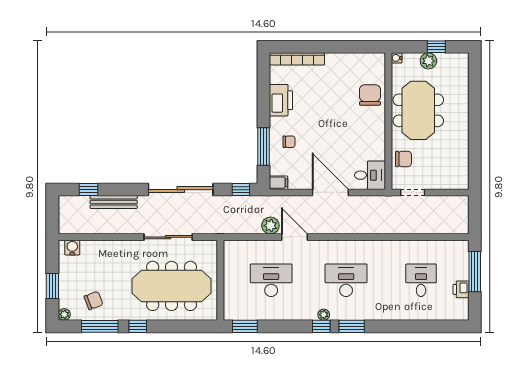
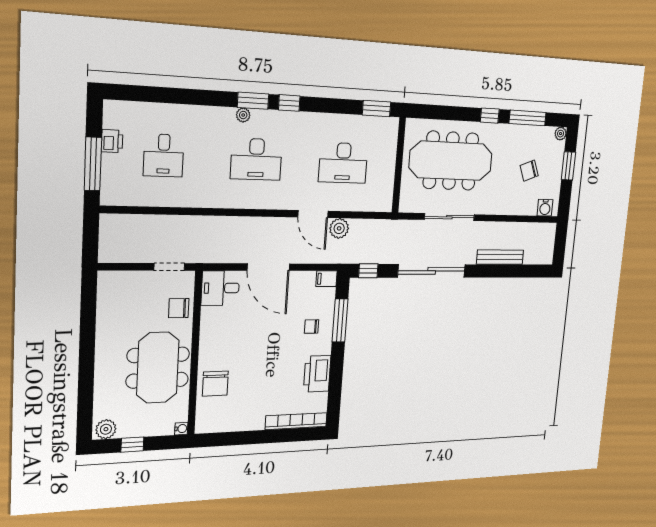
plant: (428, 61) -> (106, 429), moved
window: (89, 190) -> (523, 271), removed
chair: (94, 300) -> (529, 171), moved
plant: (324, 315) -> (243, 115), moved

